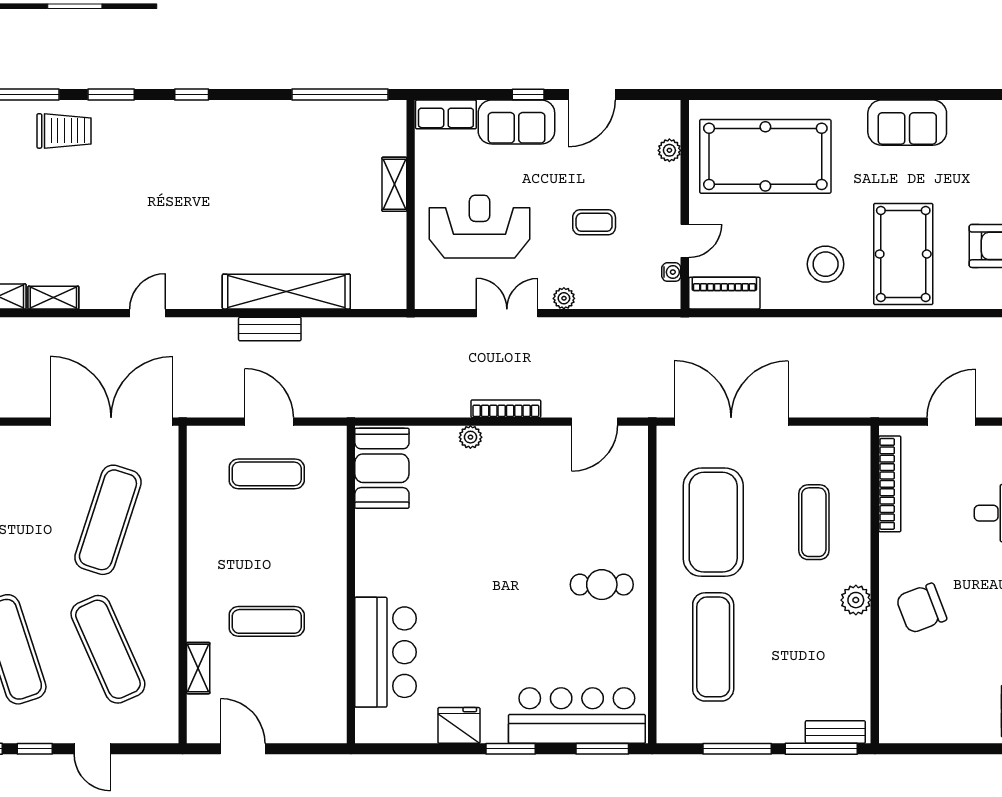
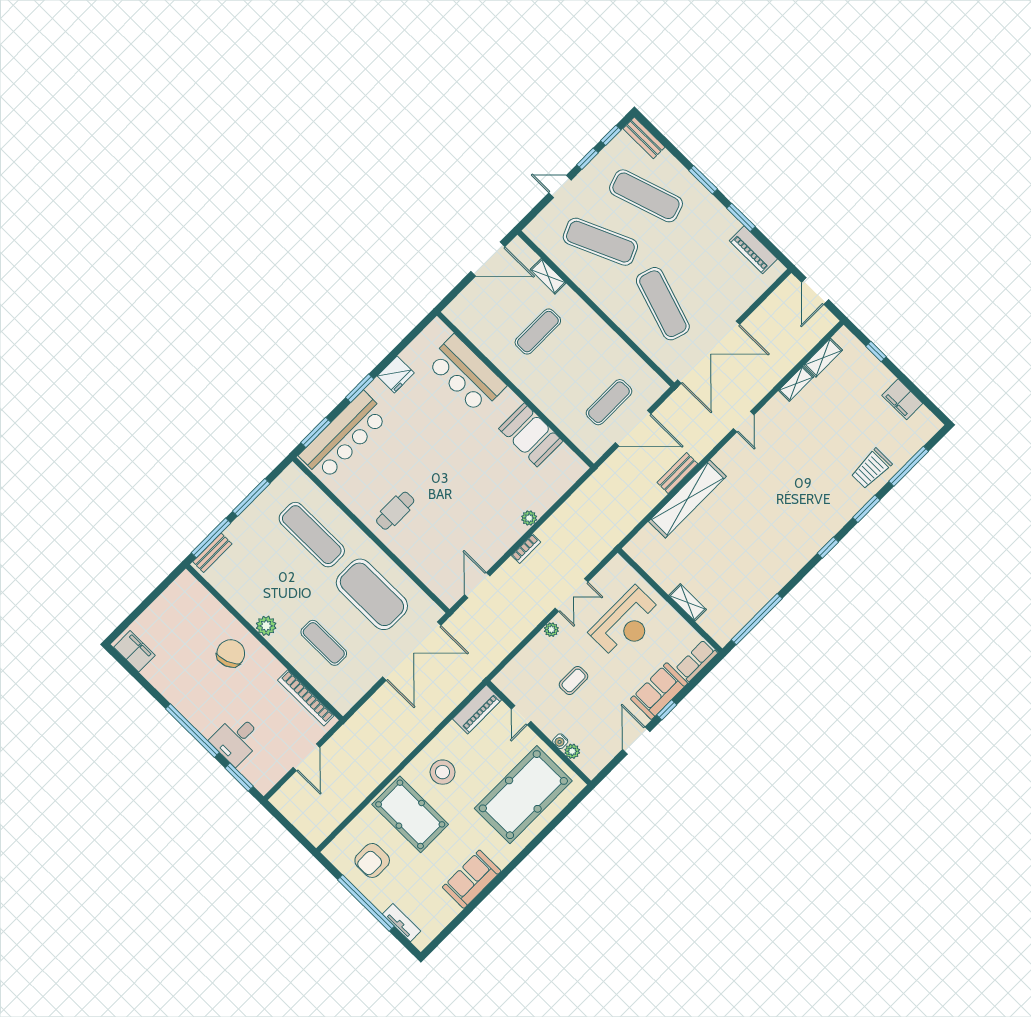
water cooler: (671, 272) -> (560, 741), moved
bookcase: (506, 409) -> (526, 549), width x0.64
door: (269, 422) -> (633, 428), width x1.36
booth: (382, 468) -> (531, 435), moved
door: (243, 749) -> (488, 259), width x1.36

